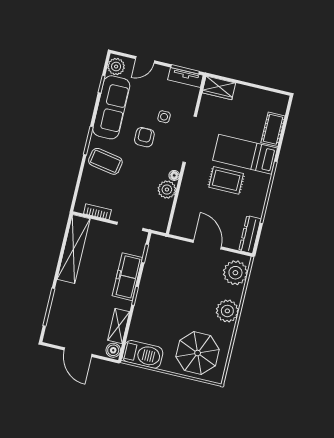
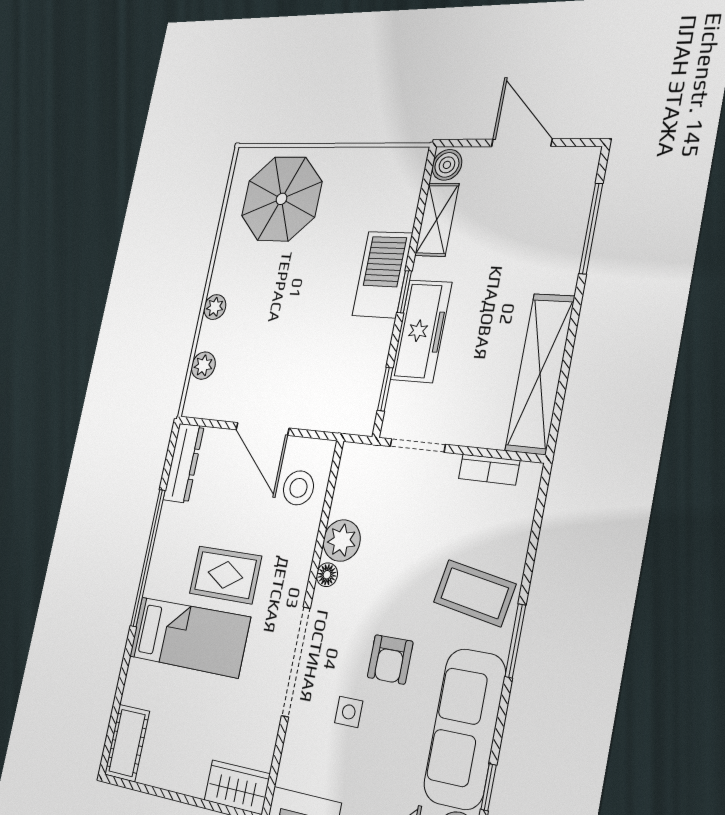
cot: (273, 129) -> (127, 743), moved
stool: (188, 215) -> (298, 488), added
plant: (235, 273) -> (203, 366), width x0.53, depth x0.53
plant: (227, 311) -> (215, 307), width x0.53, depth x0.53
barbecue: (143, 354) -> (382, 274), moved, turned 90

